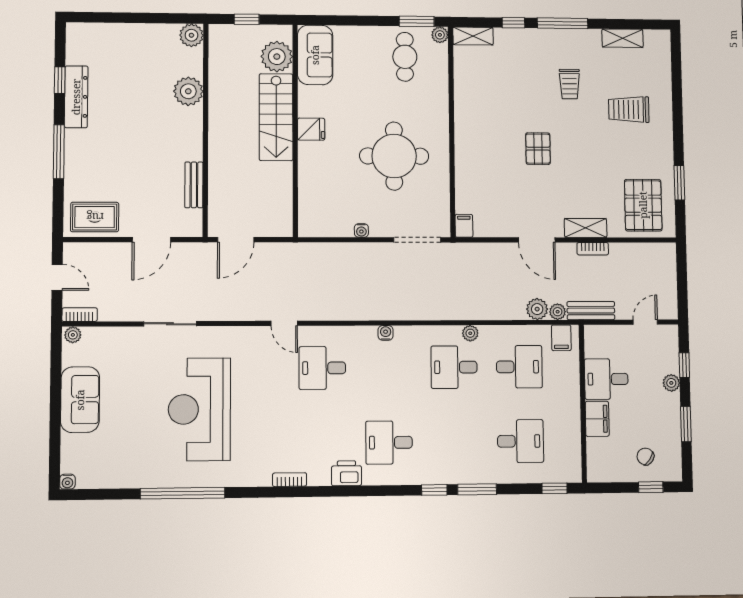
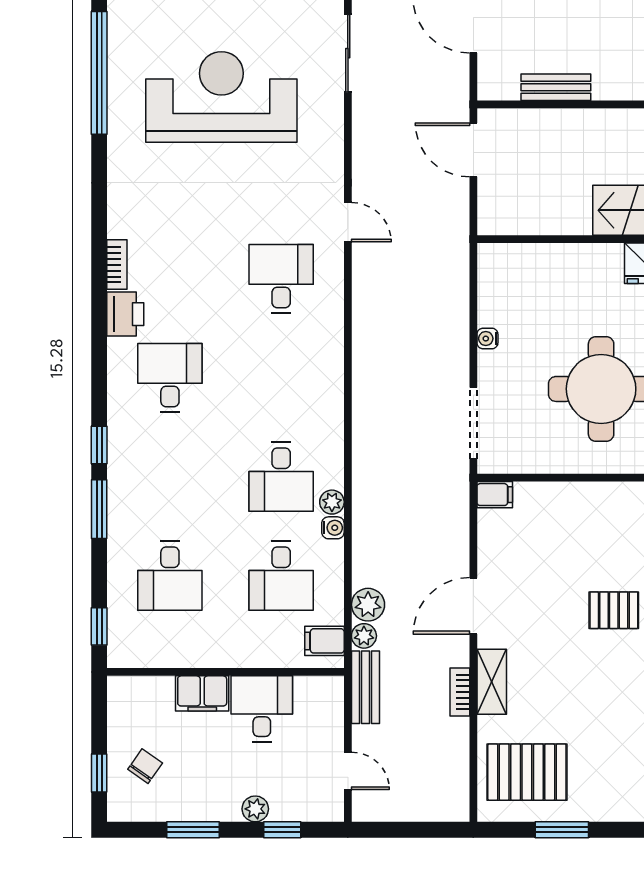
door: (284, 323) -> (348, 222), swing flipped
water cooler: (386, 333) -> (333, 528), moved
desk: (454, 367) -> (281, 477), turned 180
bookcase: (290, 480) -> (117, 265), moved

